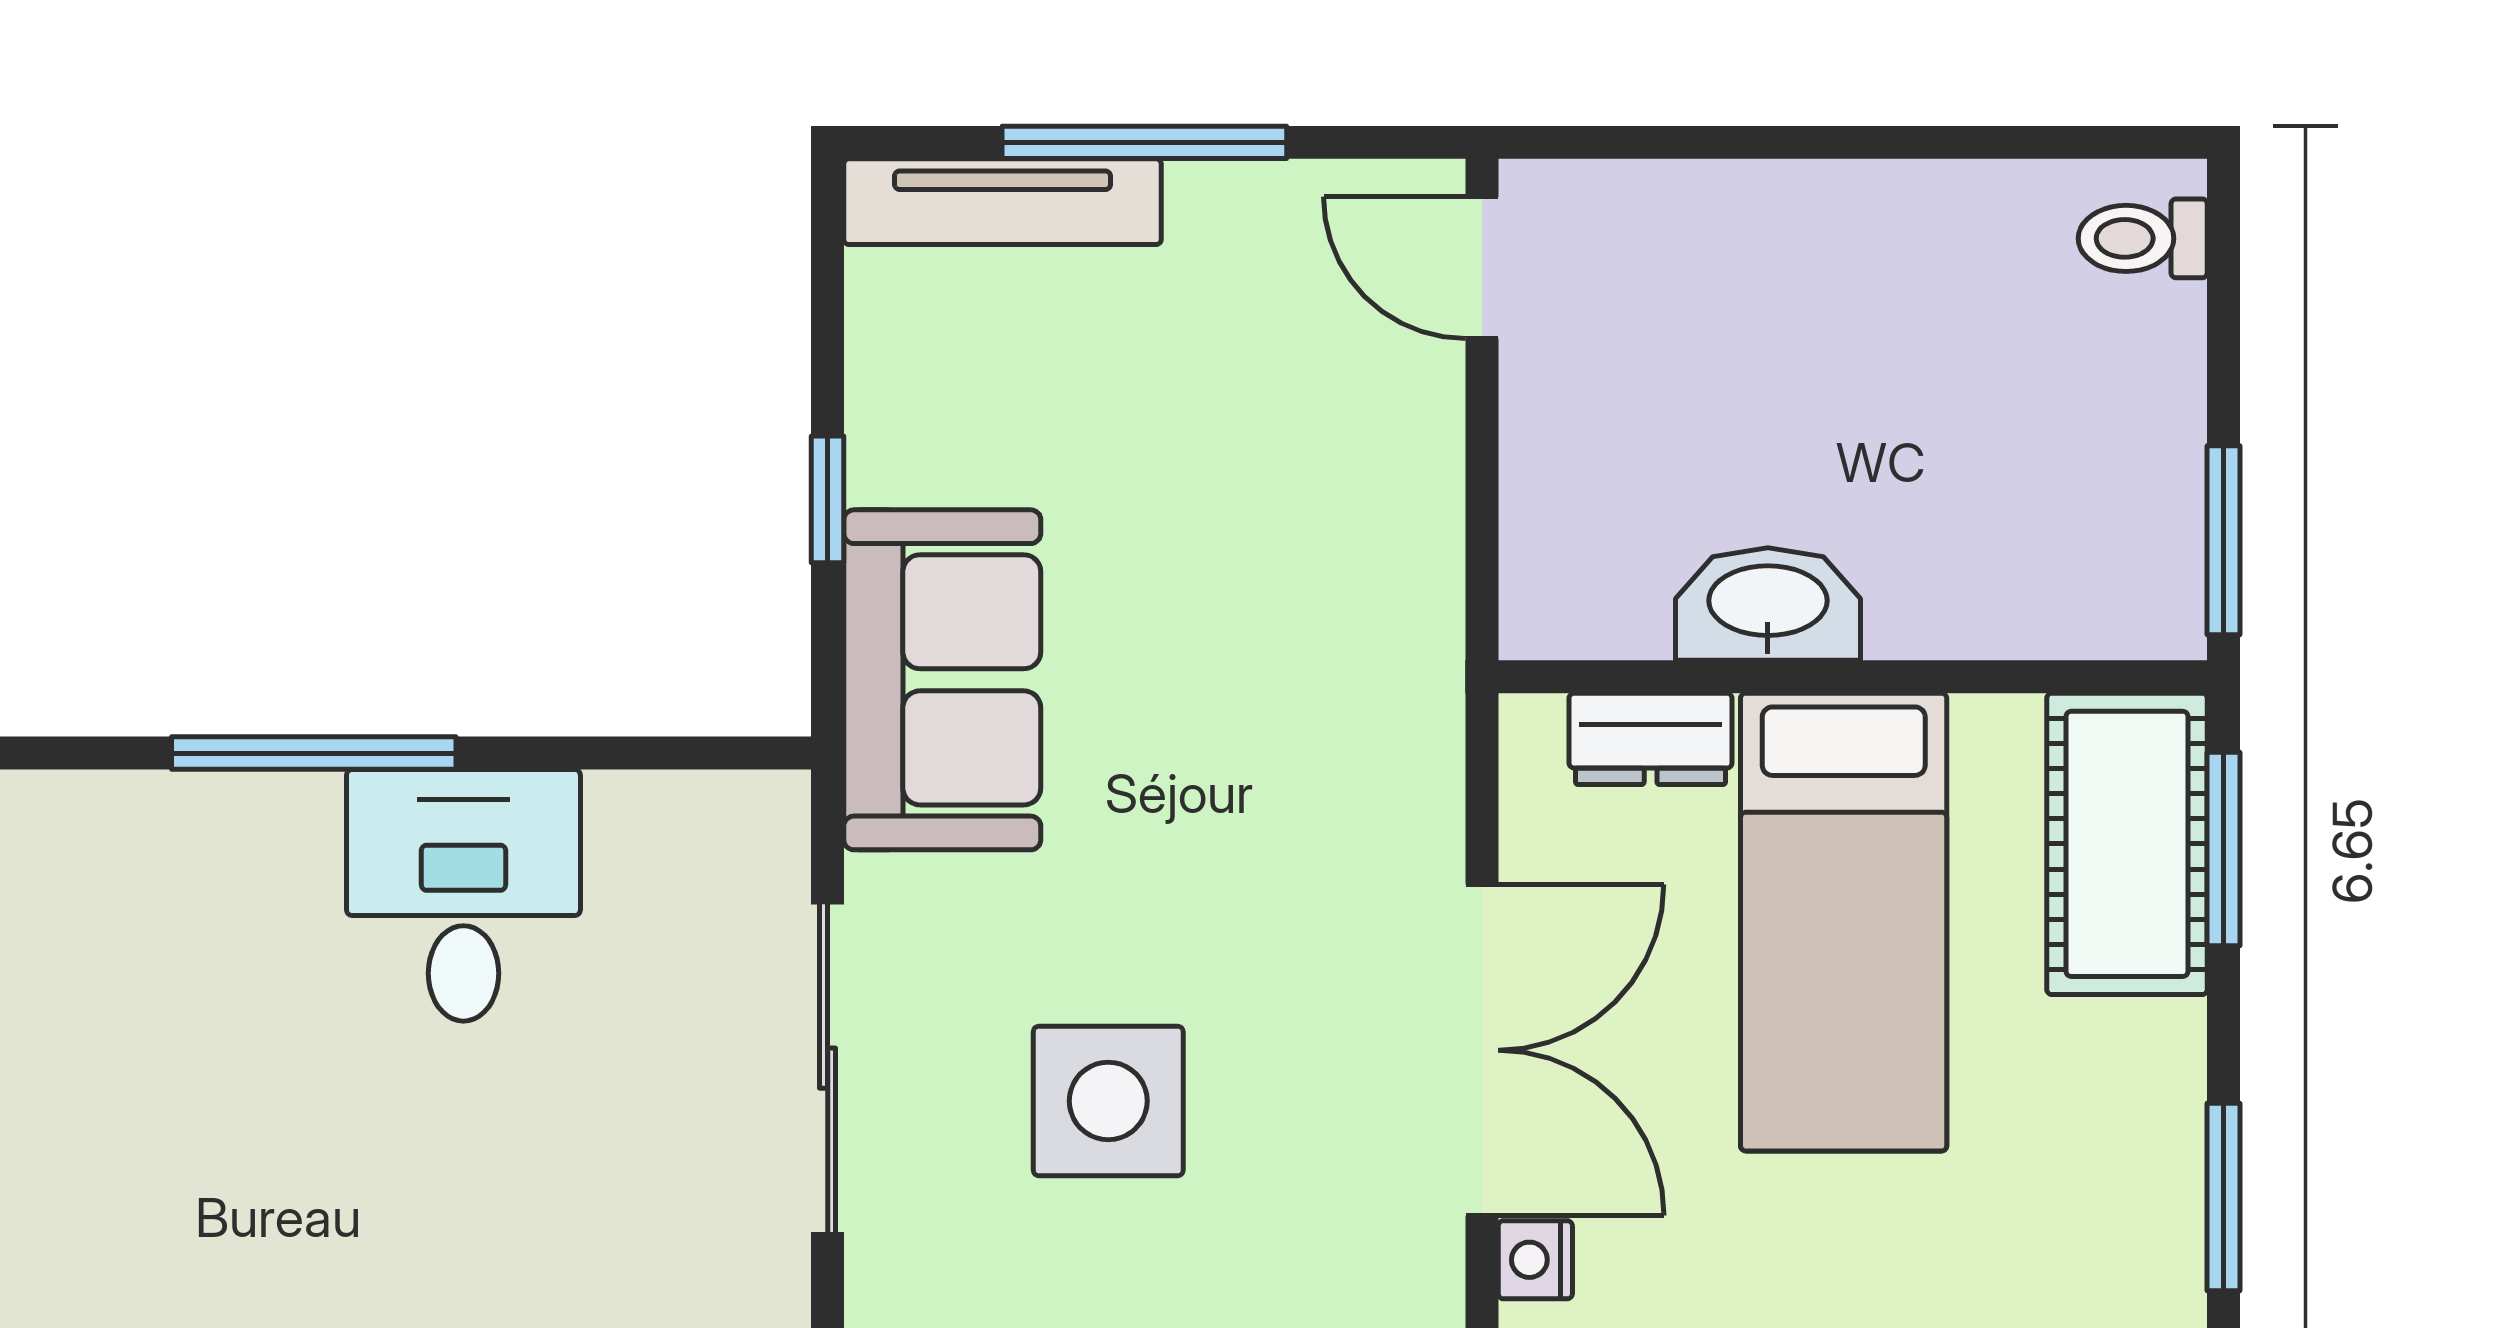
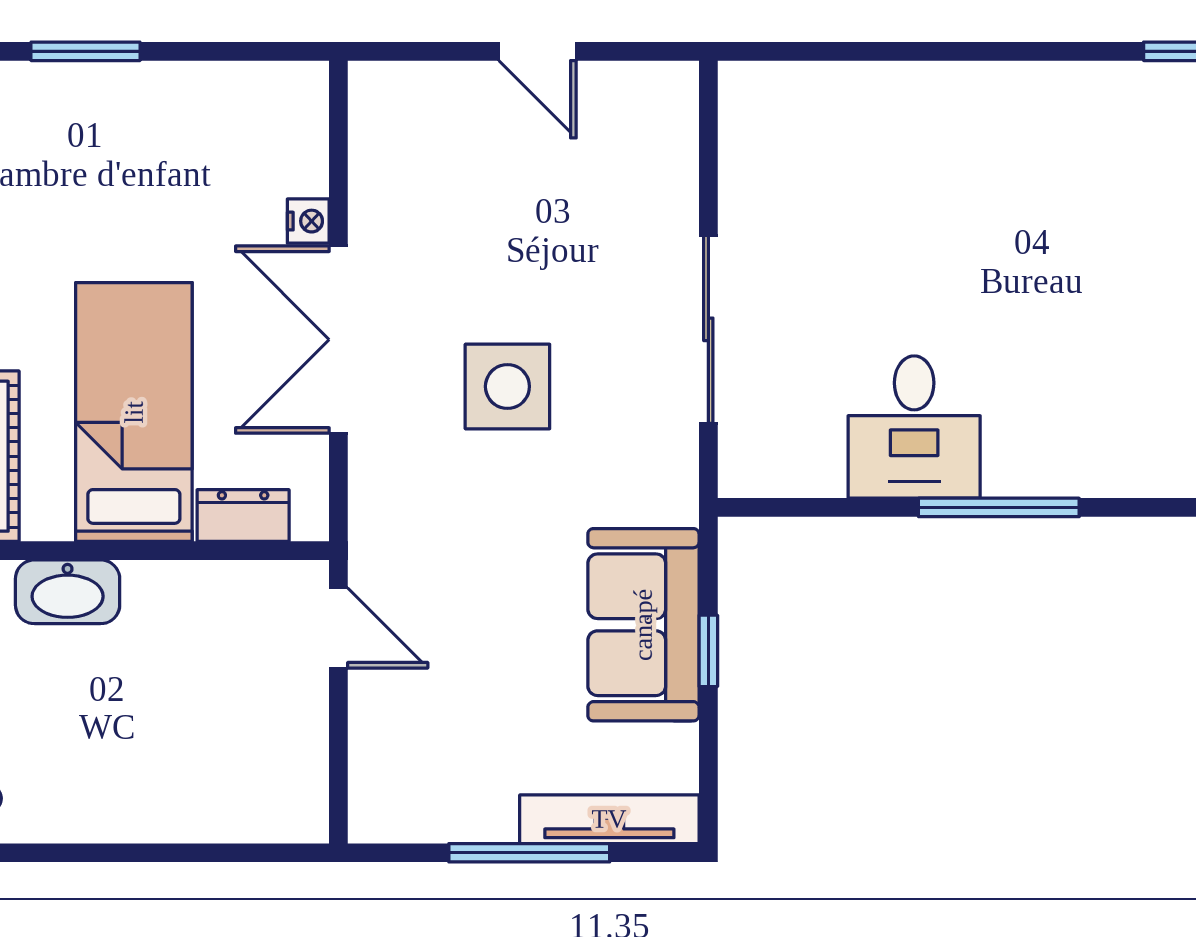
door: (1482, 268) -> (338, 628), moved
washbasin: (1768, 604) -> (68, 592), moved
sofa: (942, 680) -> (643, 625), moved
side table: (1108, 1101) -> (507, 386), moved

